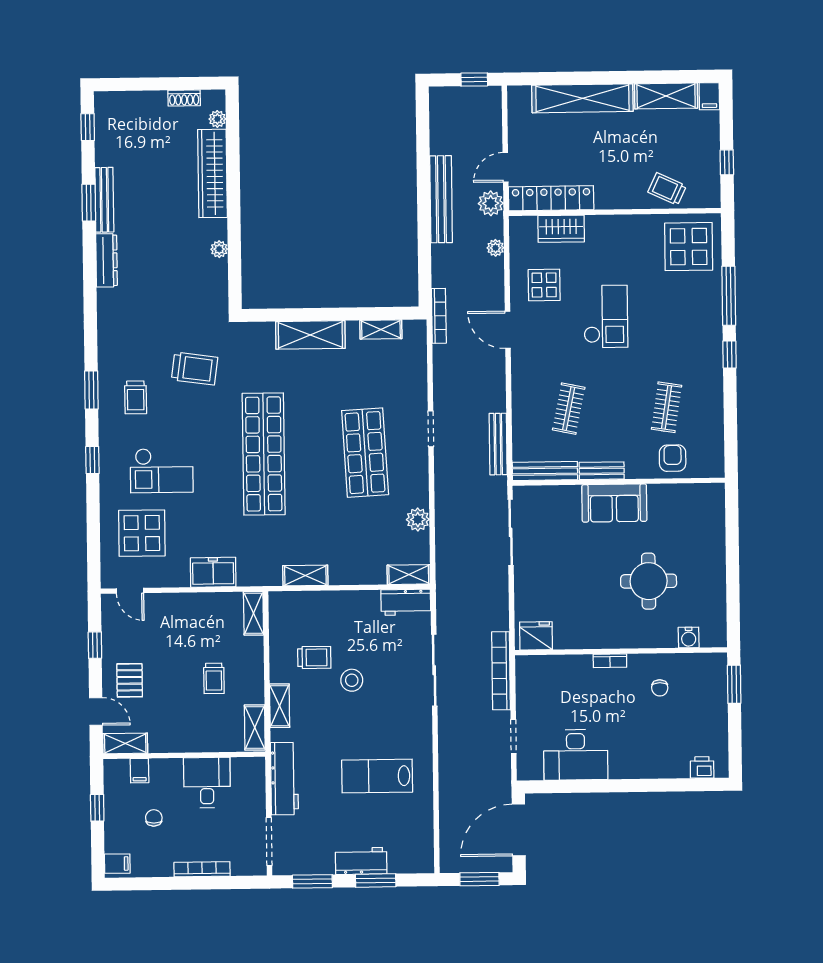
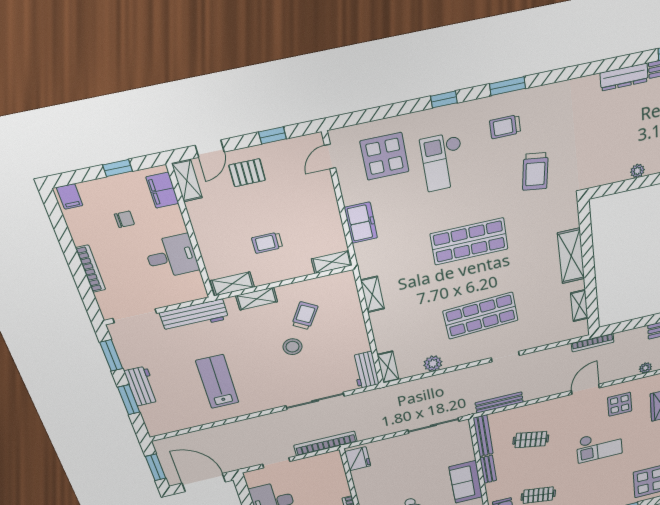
shop shelf: (264, 454) -> (469, 241), width x0.71
trolley: (314, 657) -> (305, 316), turned -149
filing cabinet: (139, 771) -> (162, 190), width x2.00

